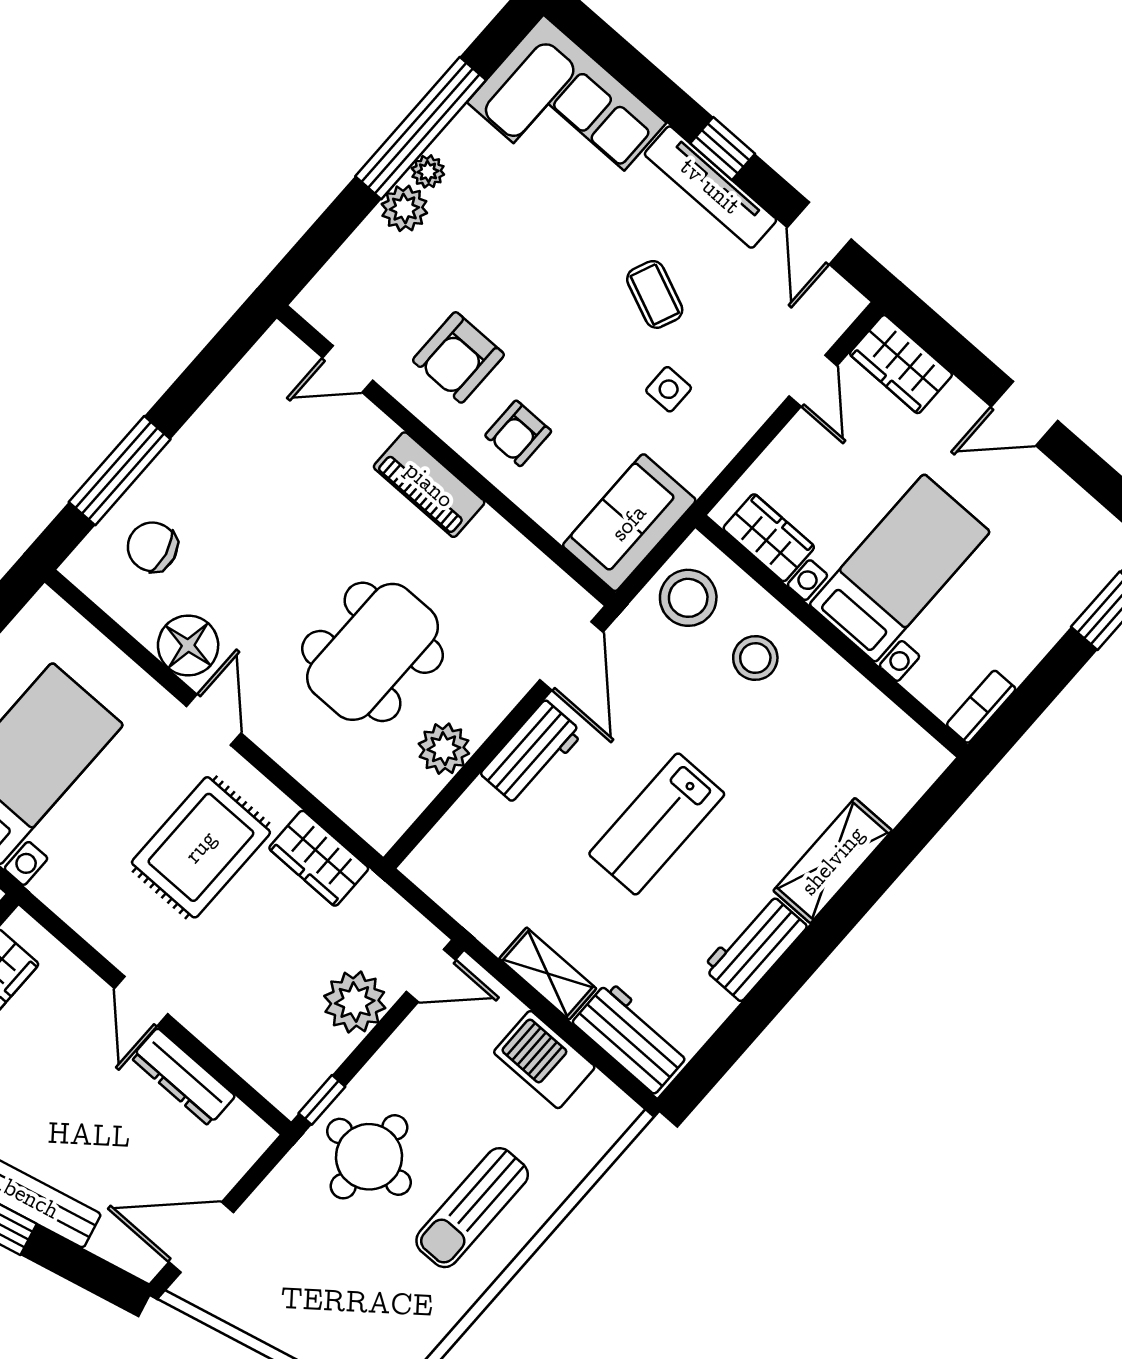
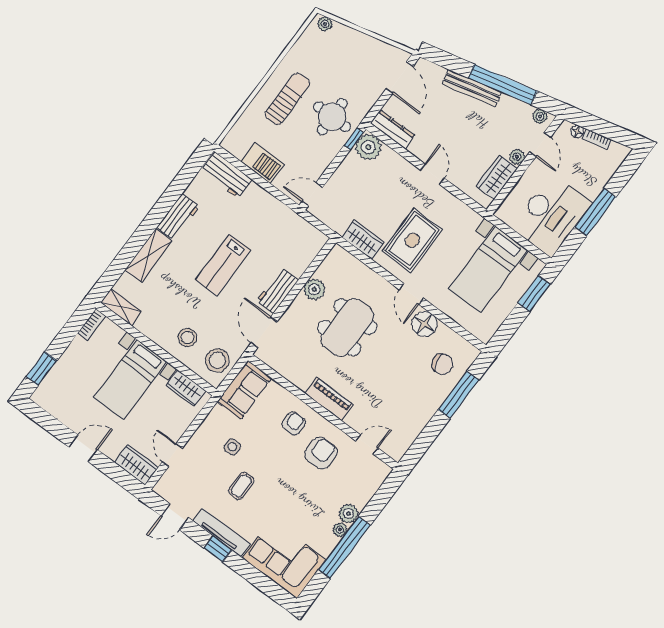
door: (819, 233) -> (175, 517), swing flipped
coffee table: (655, 294) -> (241, 486), turned 67
lab bench: (657, 824) -> (223, 265), turned 180
shelving: (548, 974) -> (121, 307), moved
plant: (355, 1002) -> (368, 147), moved
dresser: (183, 1077) -> (393, 129), moved
door: (201, 1237) -> (399, 78), hinge flipped

